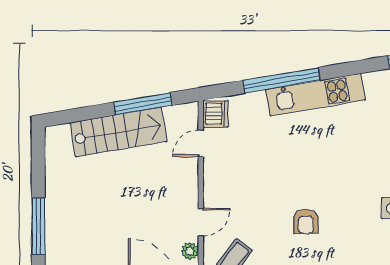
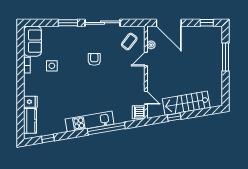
window: (143, 104) -> (174, 117), width x0.46
door: (201, 143) -> (146, 98), hinge flipped

